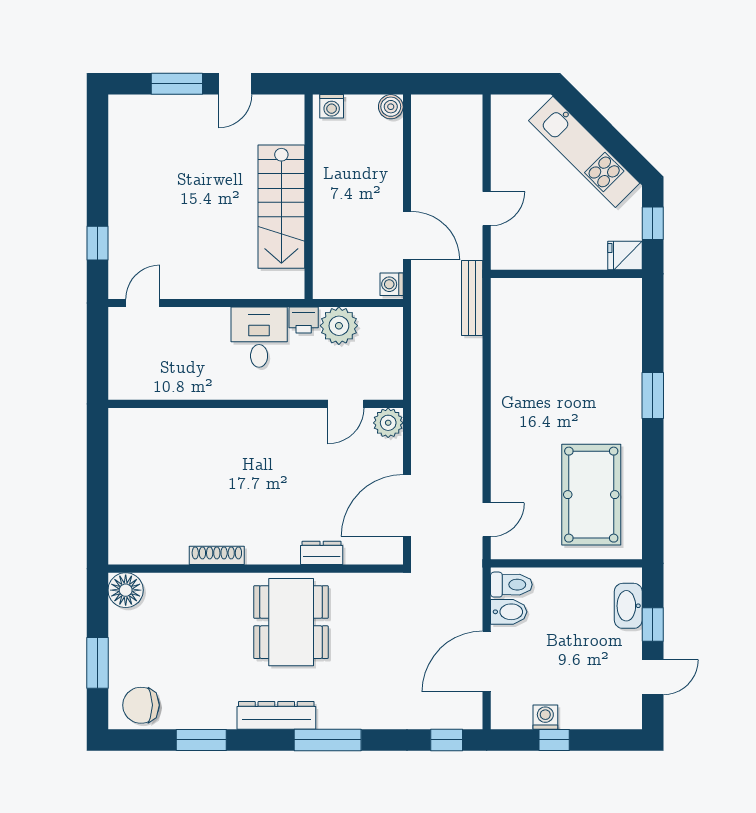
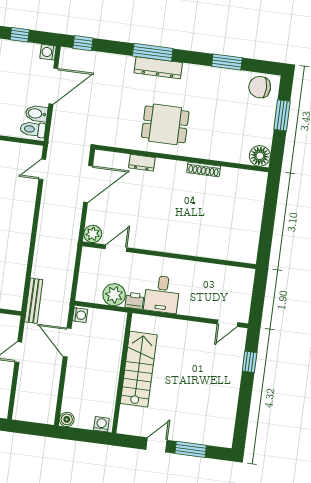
dining table: (291, 622) -> (165, 124), width x0.73
chair: (141, 705) -> (260, 87), turned 180
dresser: (276, 715) -> (158, 68), moved
washing machine: (545, 717) -> (48, 52), moved, turned 90

